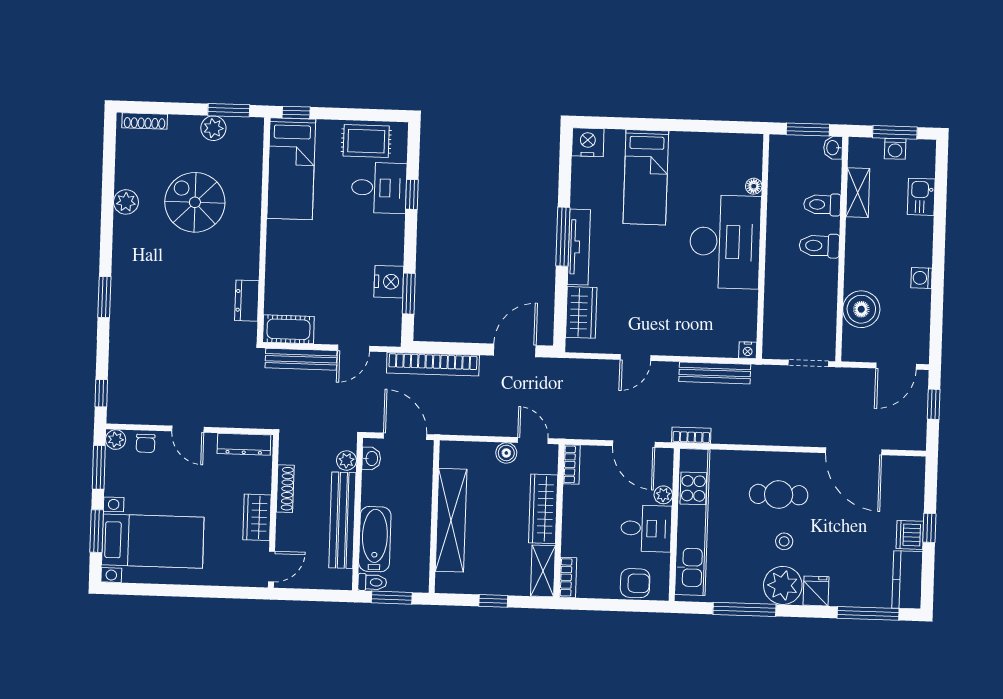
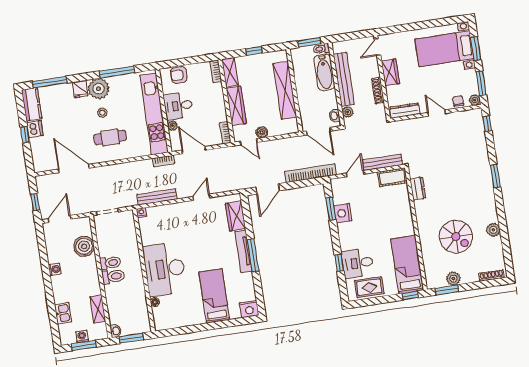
toilet: (822, 205) -> (110, 263), moved

